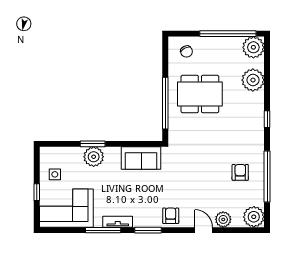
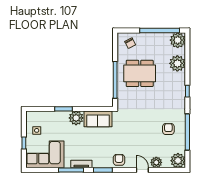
plant: (94, 157) -> (76, 118), moved

